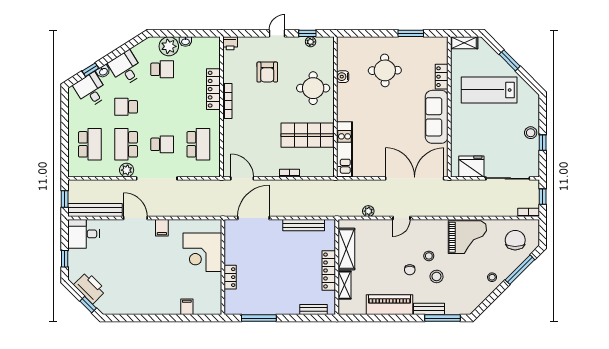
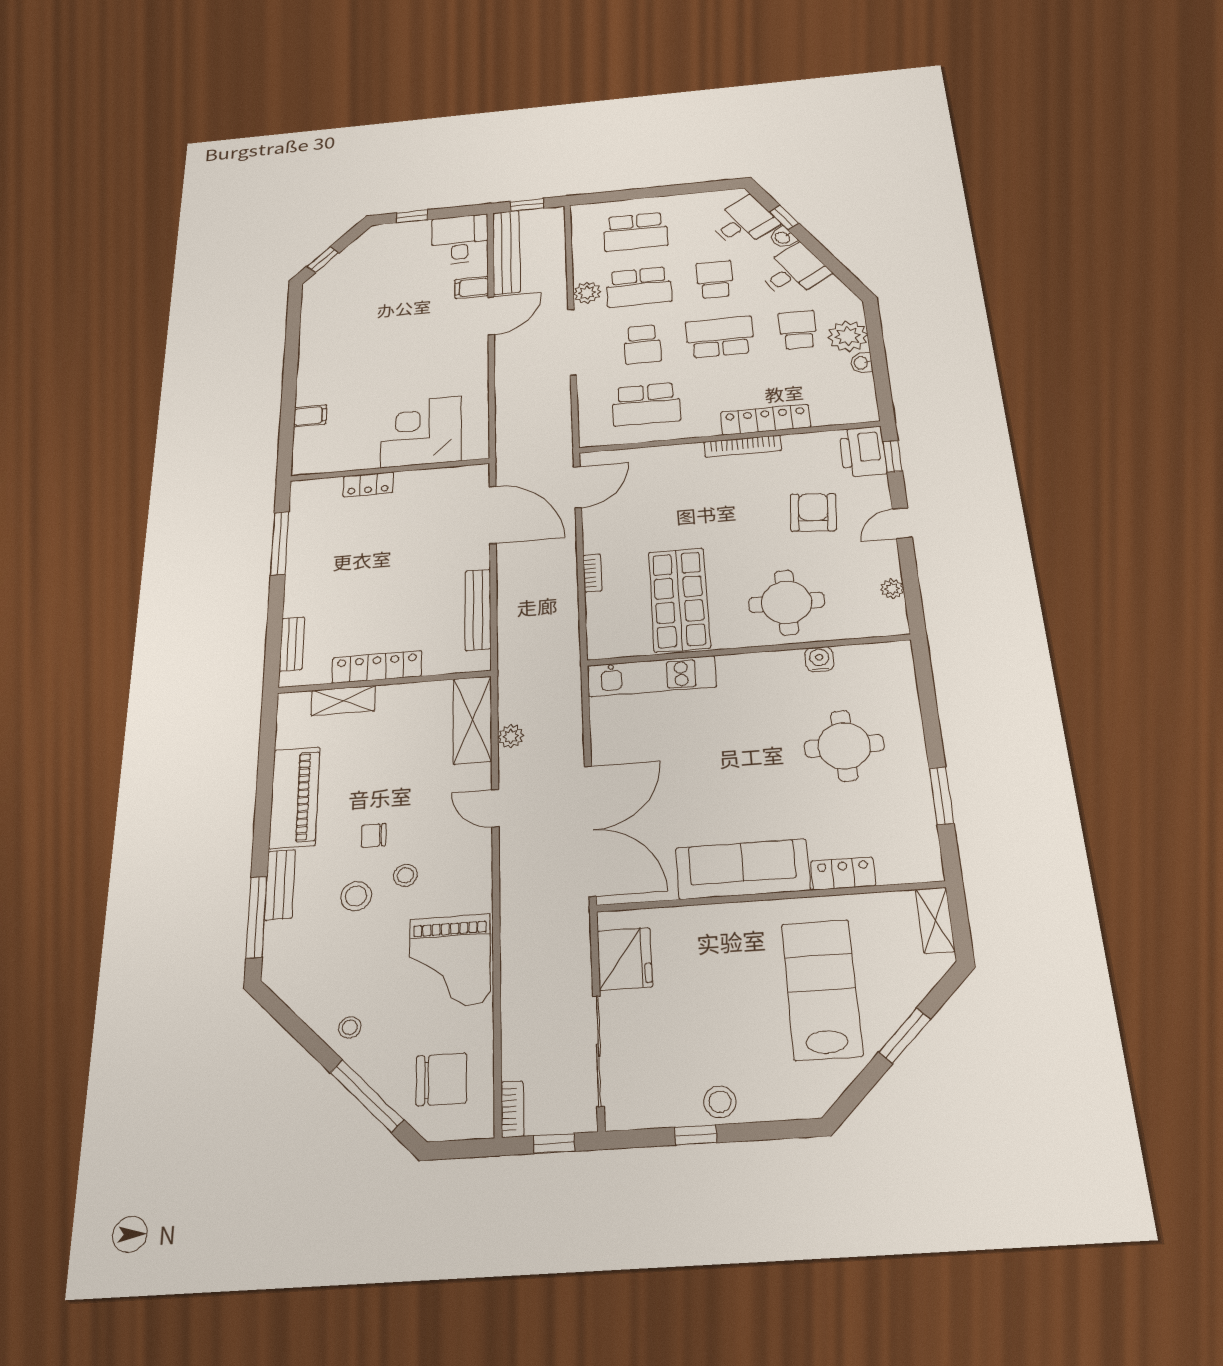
door: (277, 33) -> (902, 523), swing flipped
window: (307, 33) -> (893, 456), moved
printer: (230, 43) -> (863, 452), width x1.87, depth x1.48
school desk: (162, 69) -> (798, 330), turned 180
armchair: (267, 72) -> (813, 512), turned 95
school desk: (162, 107) -> (720, 337), added
school desk: (126, 144) -> (639, 287), turned 180
filing cabinet: (162, 228) -> (472, 288), moved
shelving: (346, 249) -> (472, 720), moved, turned 90
printer: (90, 288) -> (355, 259), removed

